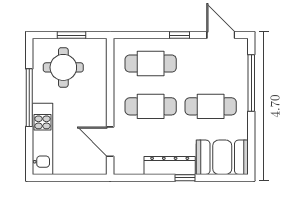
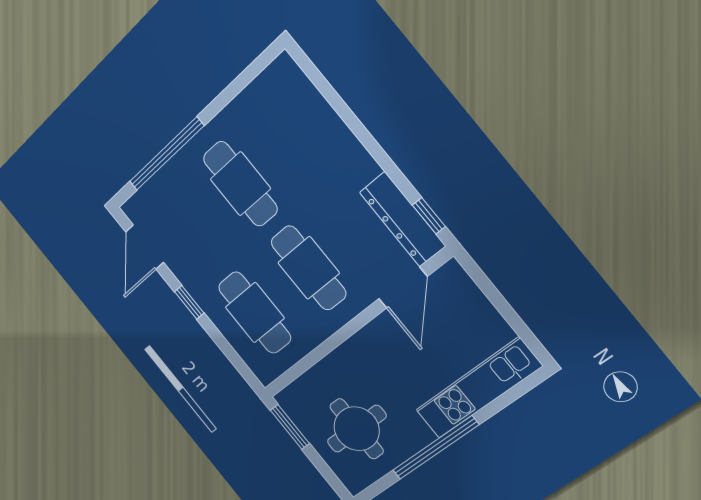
window: (72, 35) -> (290, 427), moved
booth: (222, 157) -> (292, 107), removed
dresser: (170, 165) -> (402, 219), moved
window: (185, 178) -> (429, 216), moved

